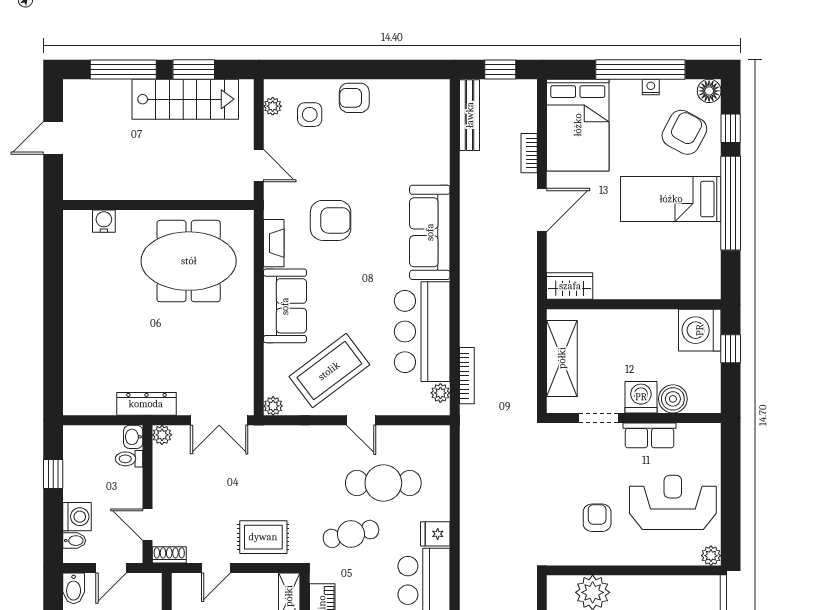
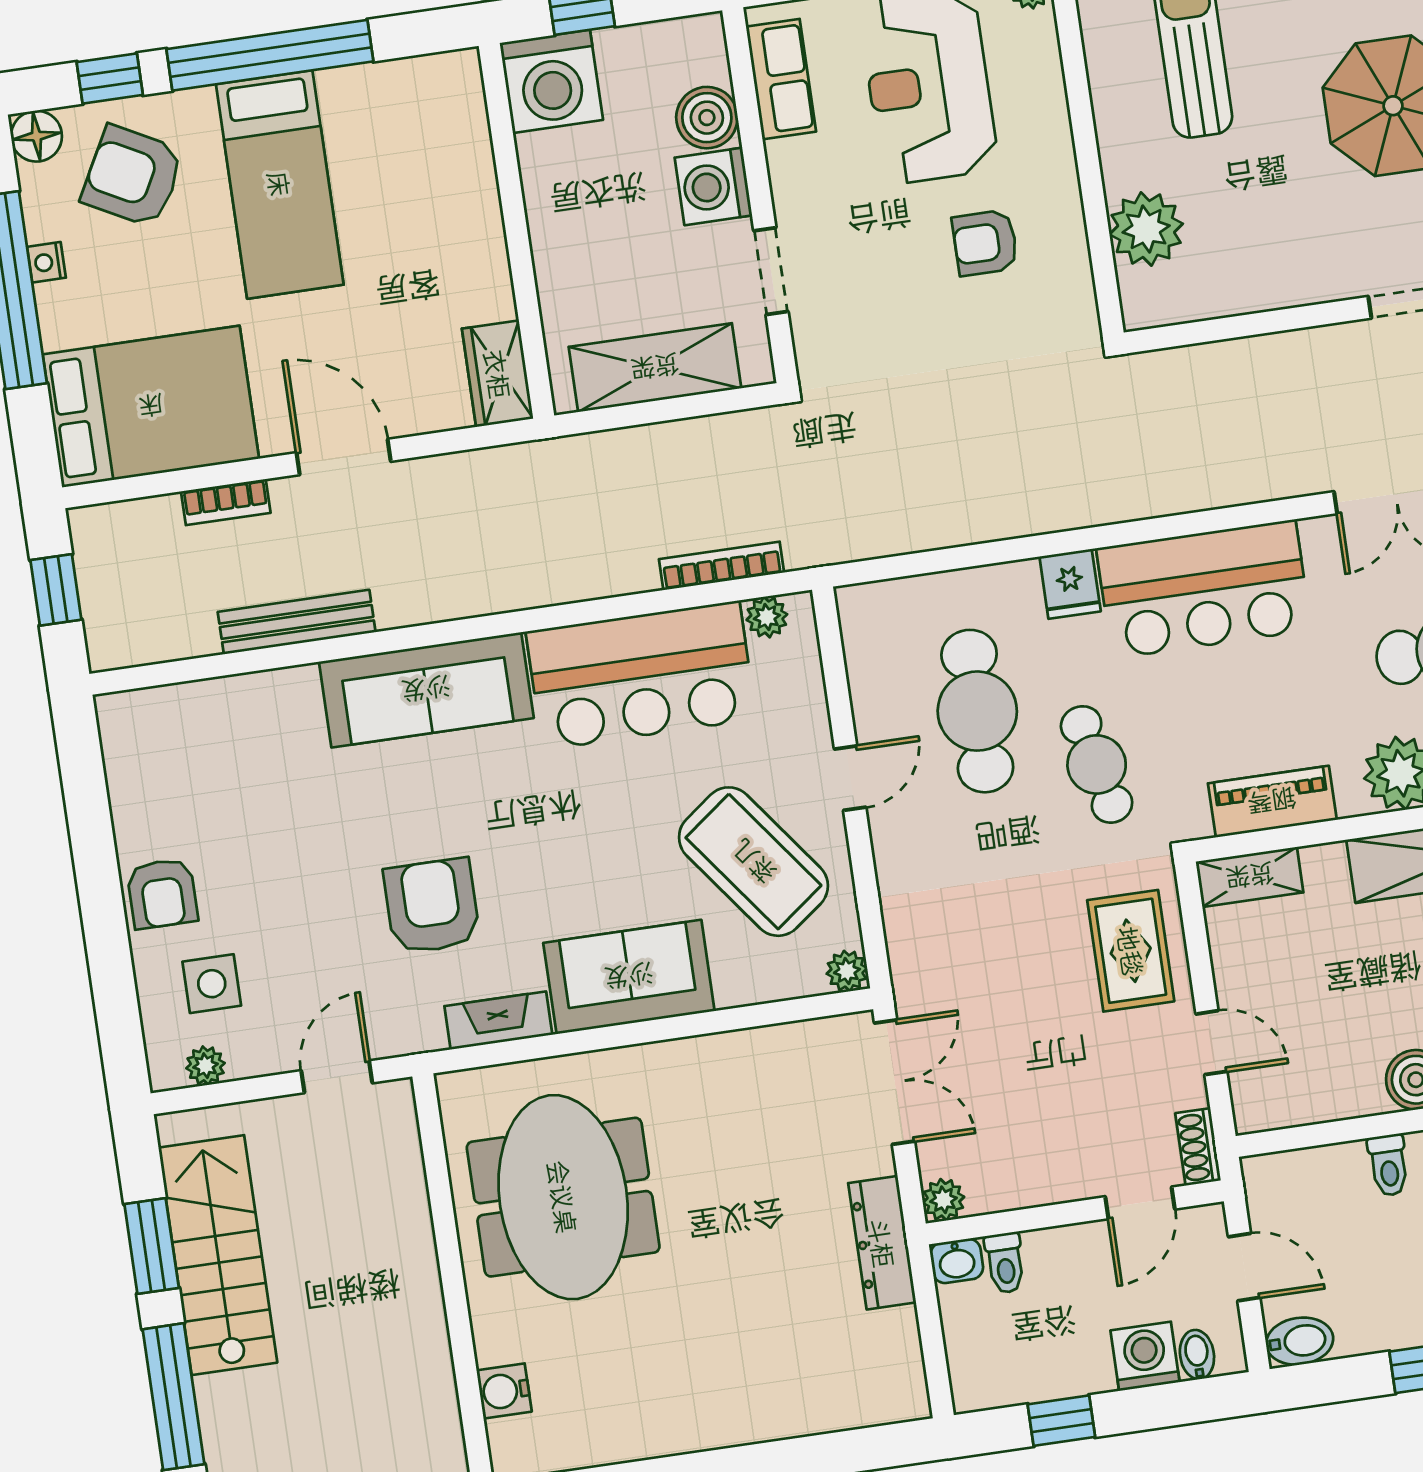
bench: (470, 115) -> (297, 622), moved
row of seats: (650, 435) -> (781, 79), moved

